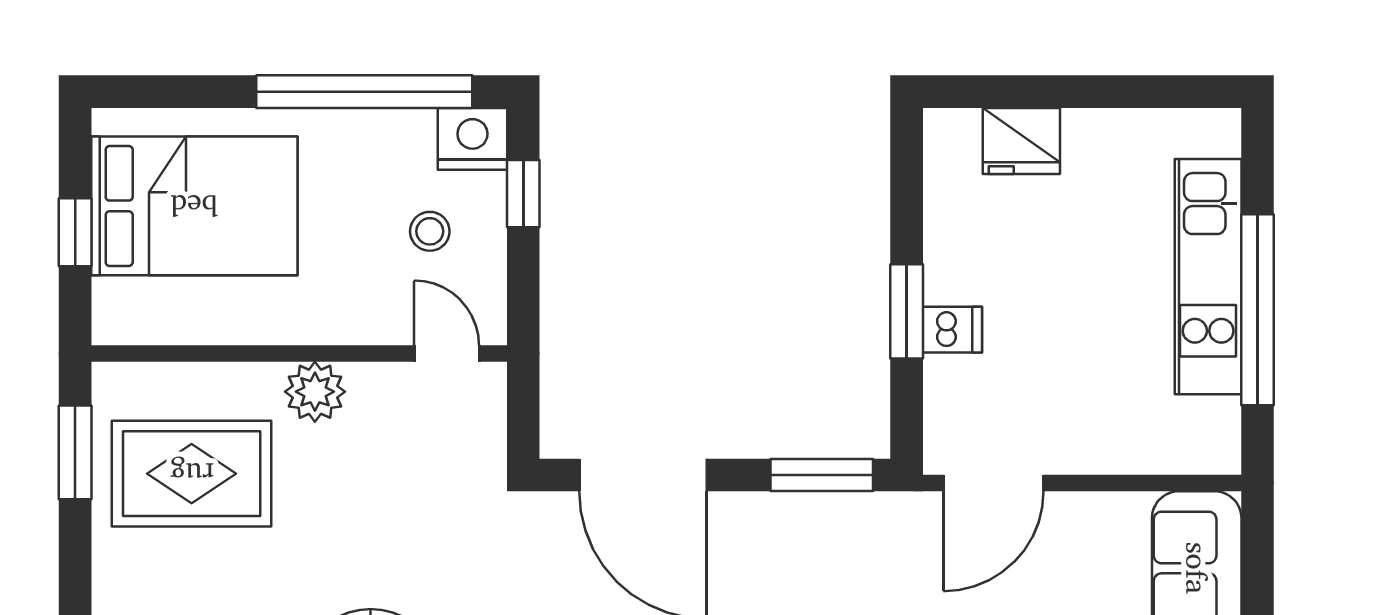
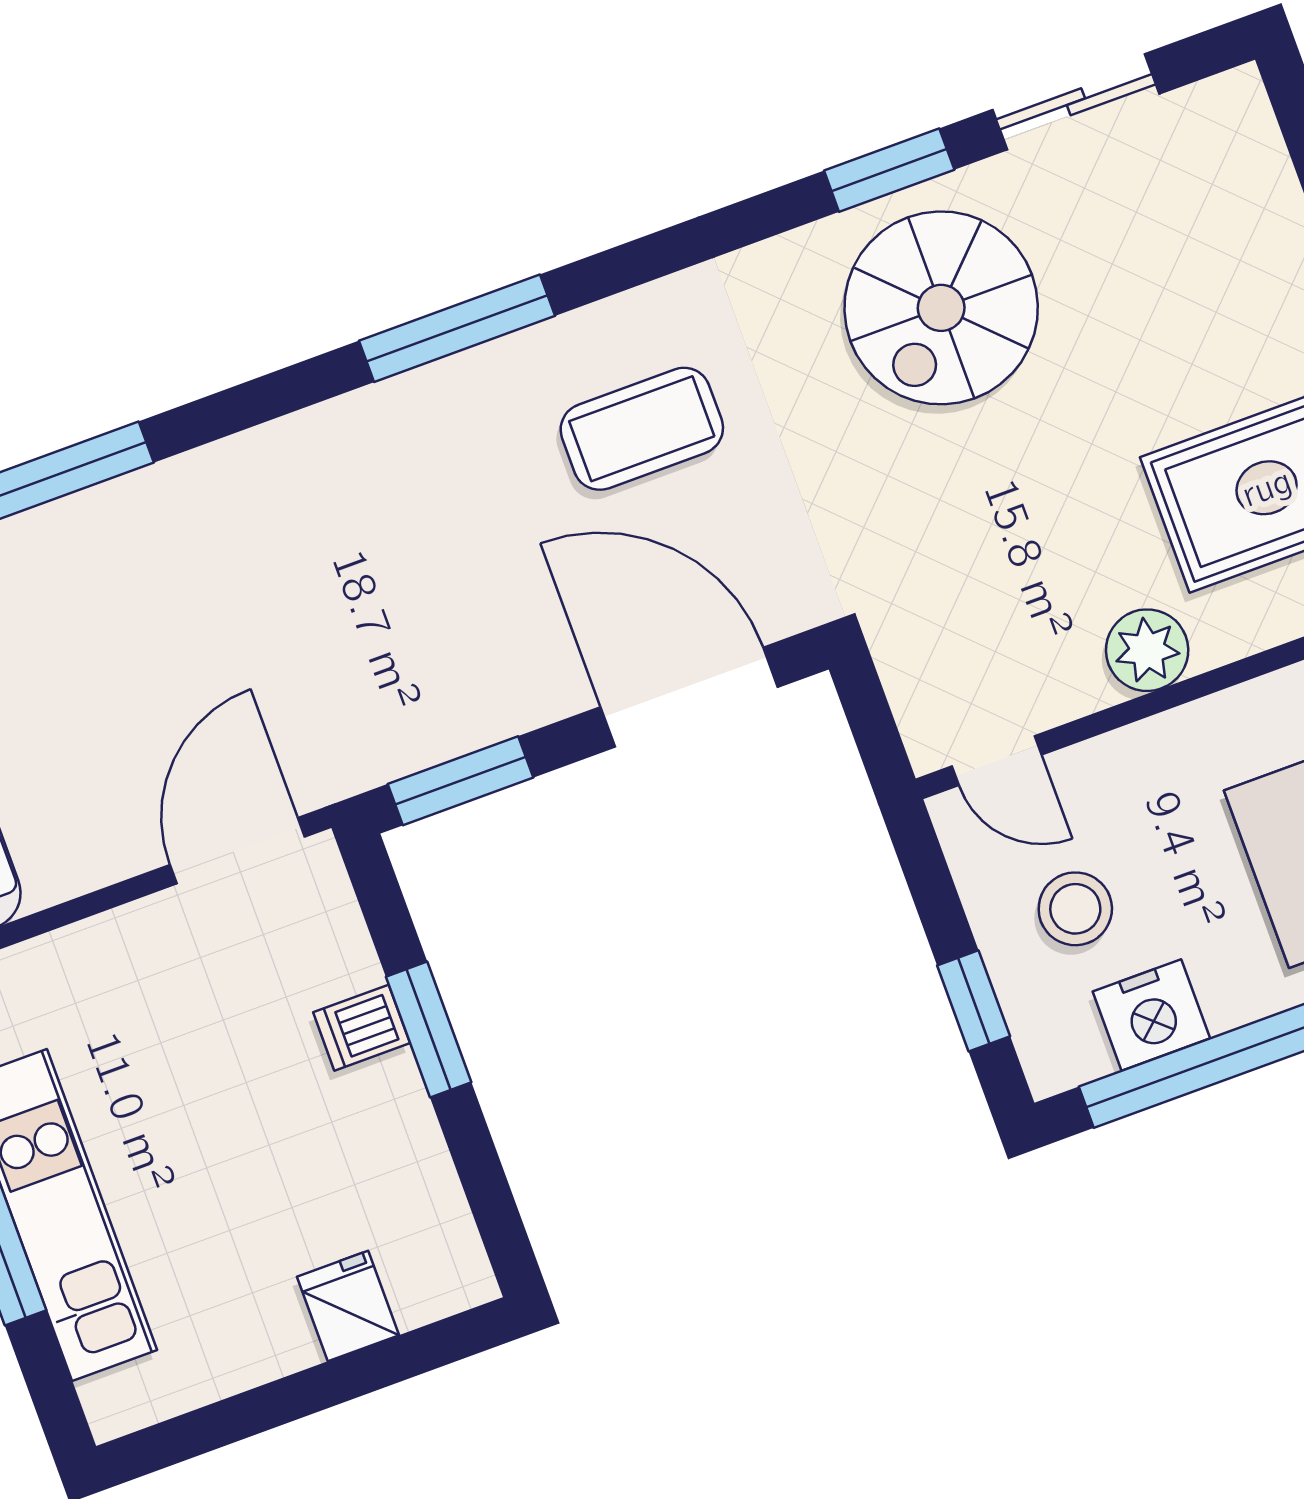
nightstand: (472, 139) -> (1151, 1015), moved
fridge: (1021, 141) -> (348, 1306), width x0.72
stool: (430, 231) -> (1075, 909), width x1.37, depth x1.37

